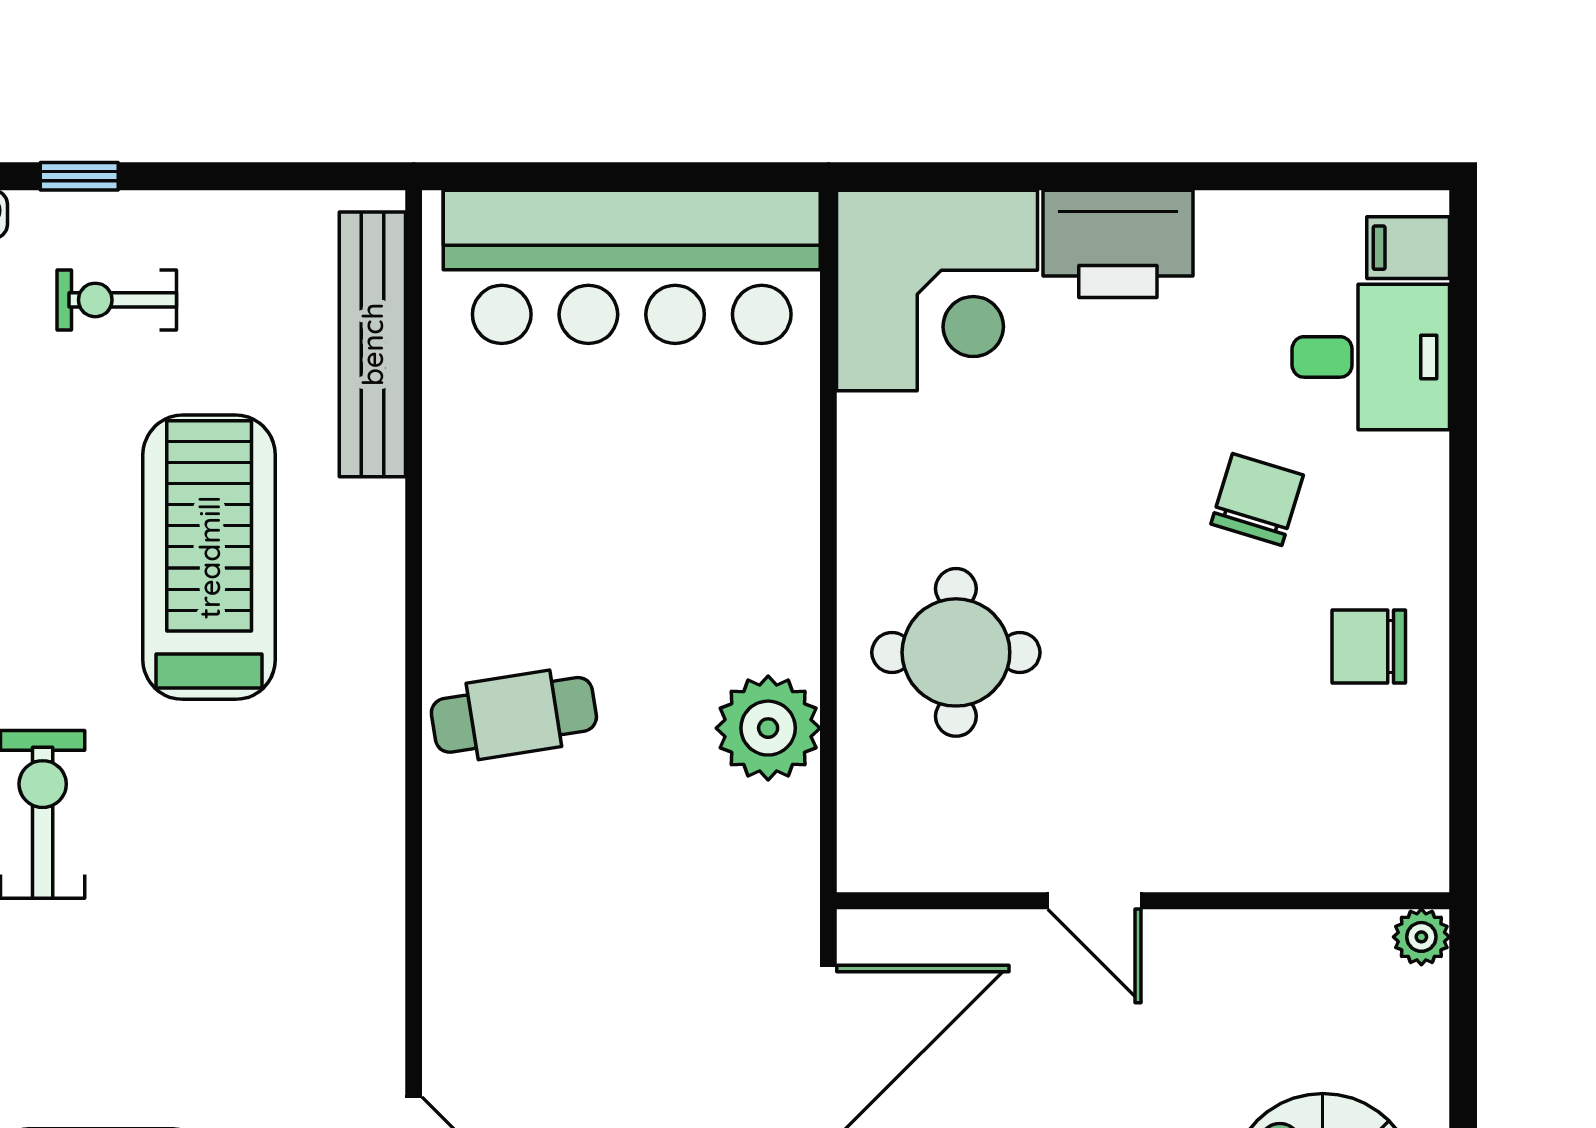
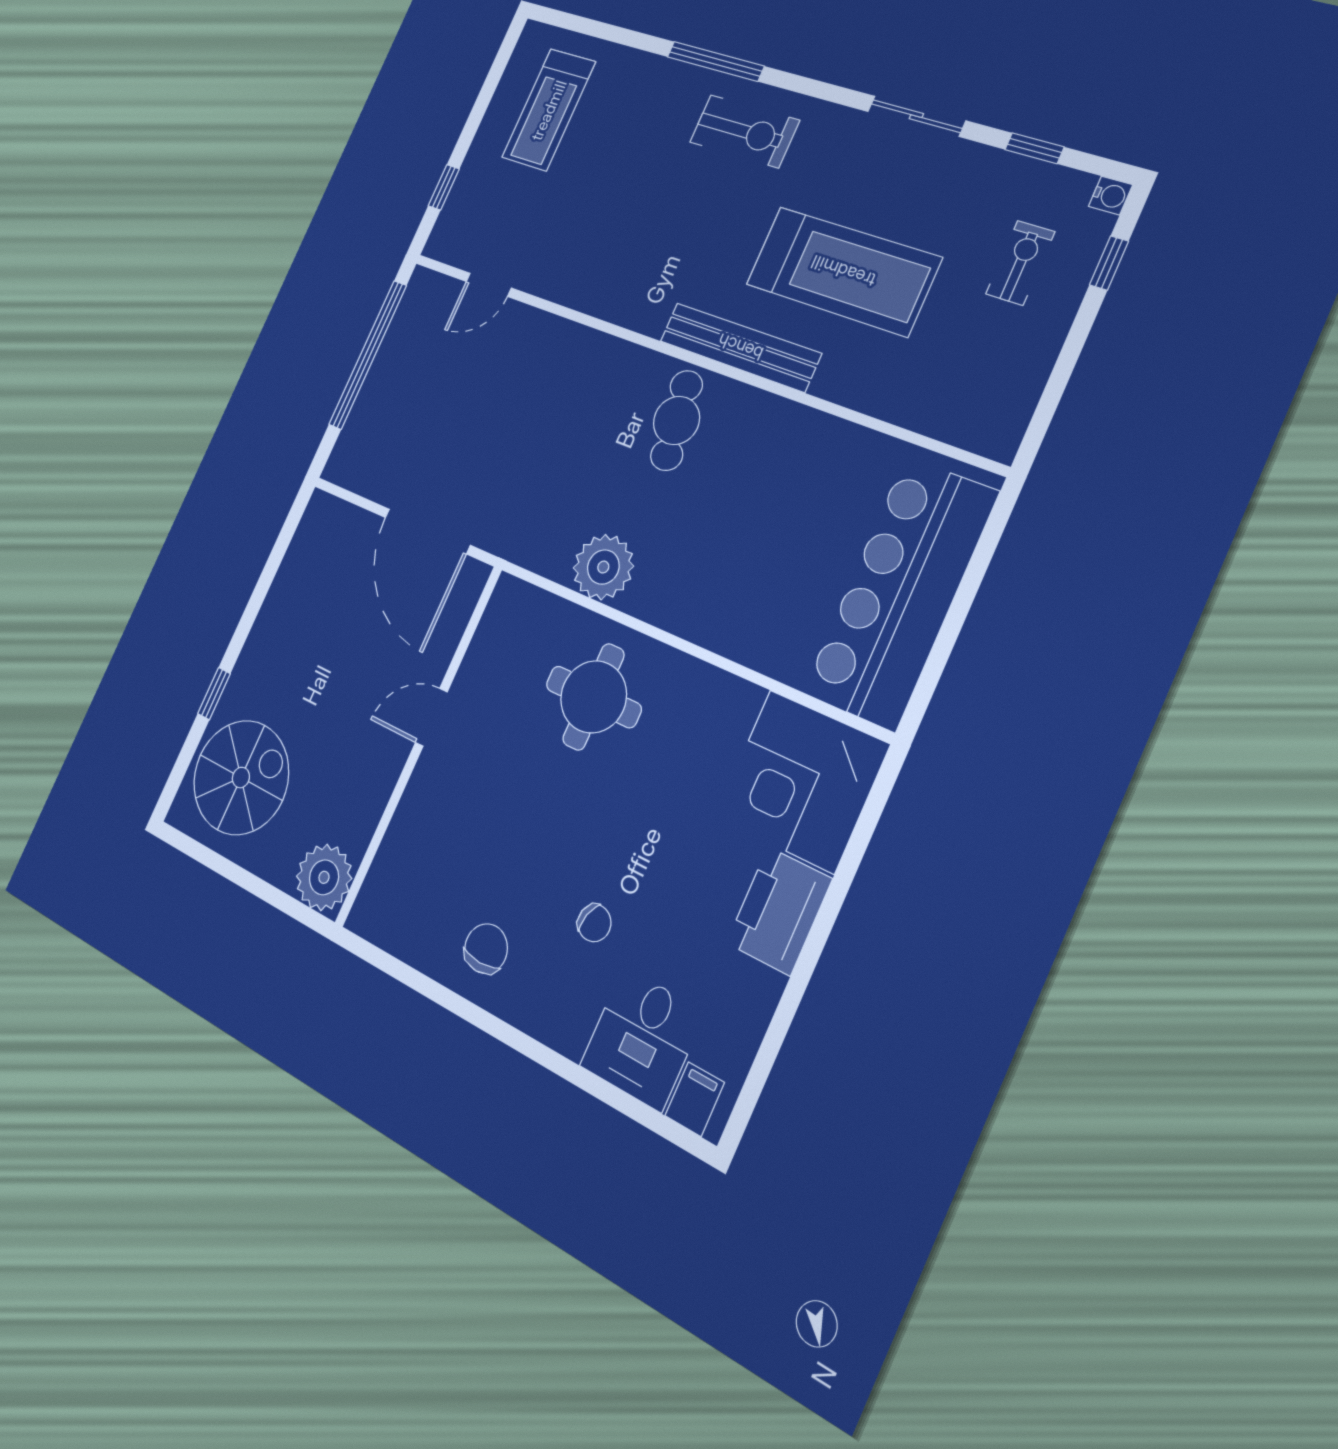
bench: (372, 344) -> (740, 347), moved
chair: (1257, 499) -> (594, 923), width x0.73, depth x0.73
plant: (1421, 937) -> (324, 877), width x1.87, depth x1.87

